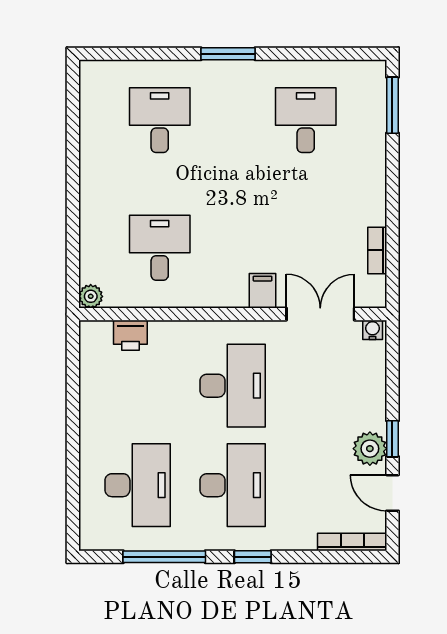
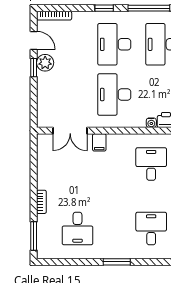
desk: (160, 120) -> (151, 228), turned 180
desk: (160, 248) -> (151, 164), turned 180
bookcase: (377, 250) -> (41, 202), moved
water cooler: (373, 330) -> (151, 123), moved

